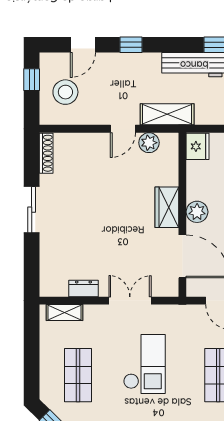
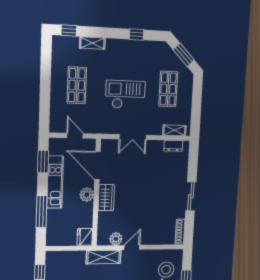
dresser: (83, 289) -> (173, 146), moved
checkout: (144, 364) -> (125, 95), turned 90

